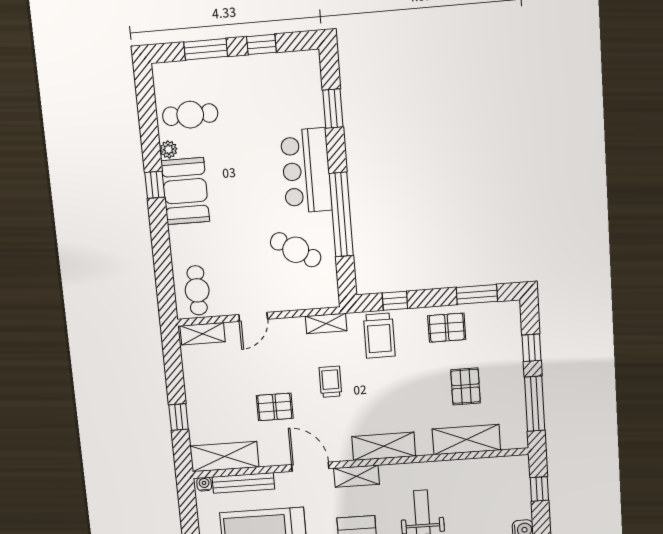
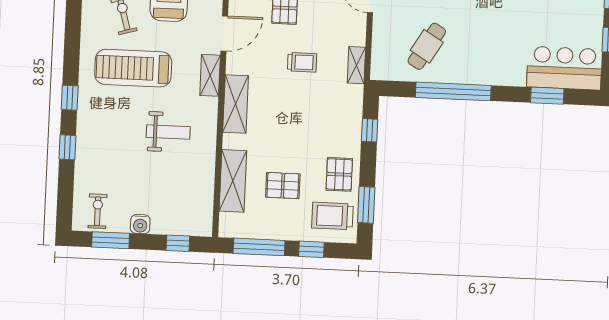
bar counter: (306, 171) -> (564, 68), moved
trolley: (379, 336) -> (332, 216), moved

